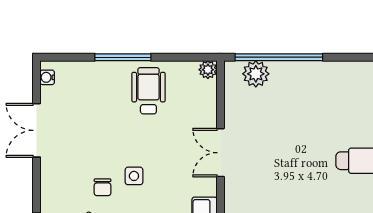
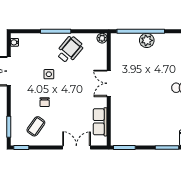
plant: (256, 74) -> (147, 40), moved
wheelchair: (148, 91) -> (70, 50), turned 40
side table: (134, 176) -> (49, 74), moved

